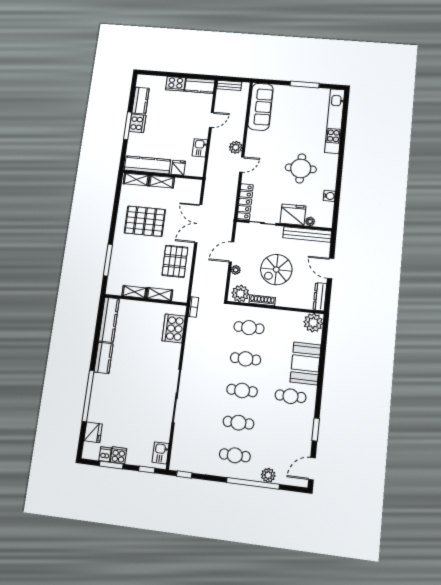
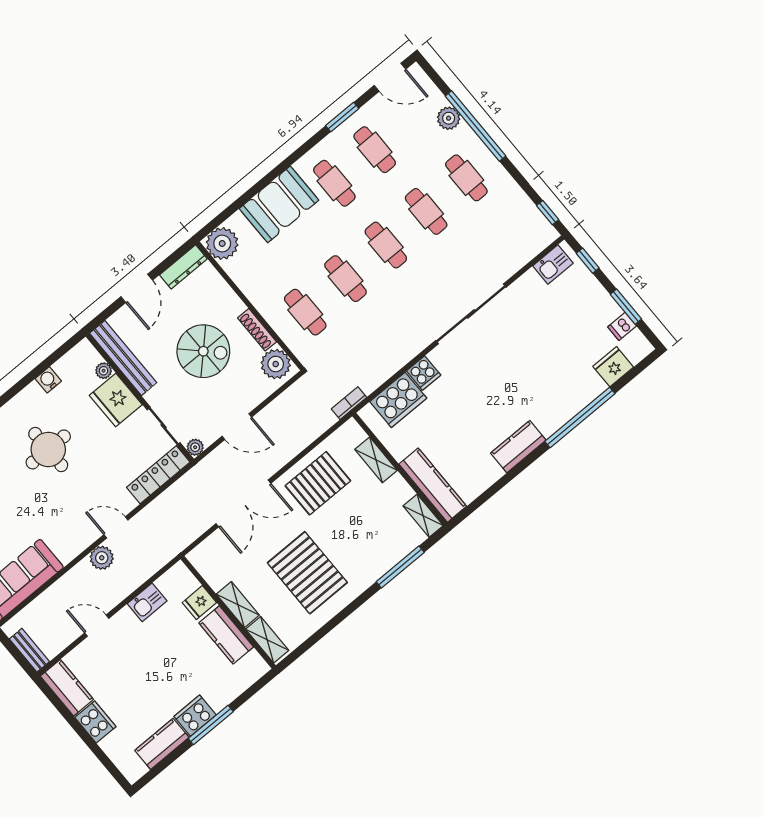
kitchen counter: (147, 165) -> (226, 635), width x0.67
plant: (236, 270) -> (195, 447), moved
shelving: (134, 292) -> (423, 516), moved
kitchen counter: (109, 320) -> (433, 485), moved, turned 90
cafe table: (287, 429) -> (375, 150), added
cooker: (118, 455) -> (424, 373), moved, turned -90

